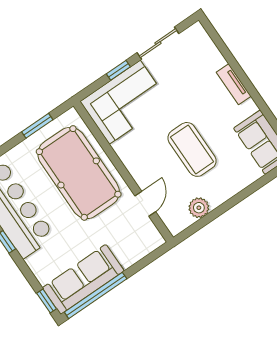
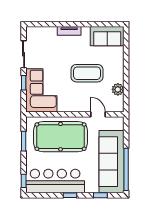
sofa: (83, 279) -> (111, 162), width x1.36, depth x1.27
window: (47, 301) -> (100, 195), moved

